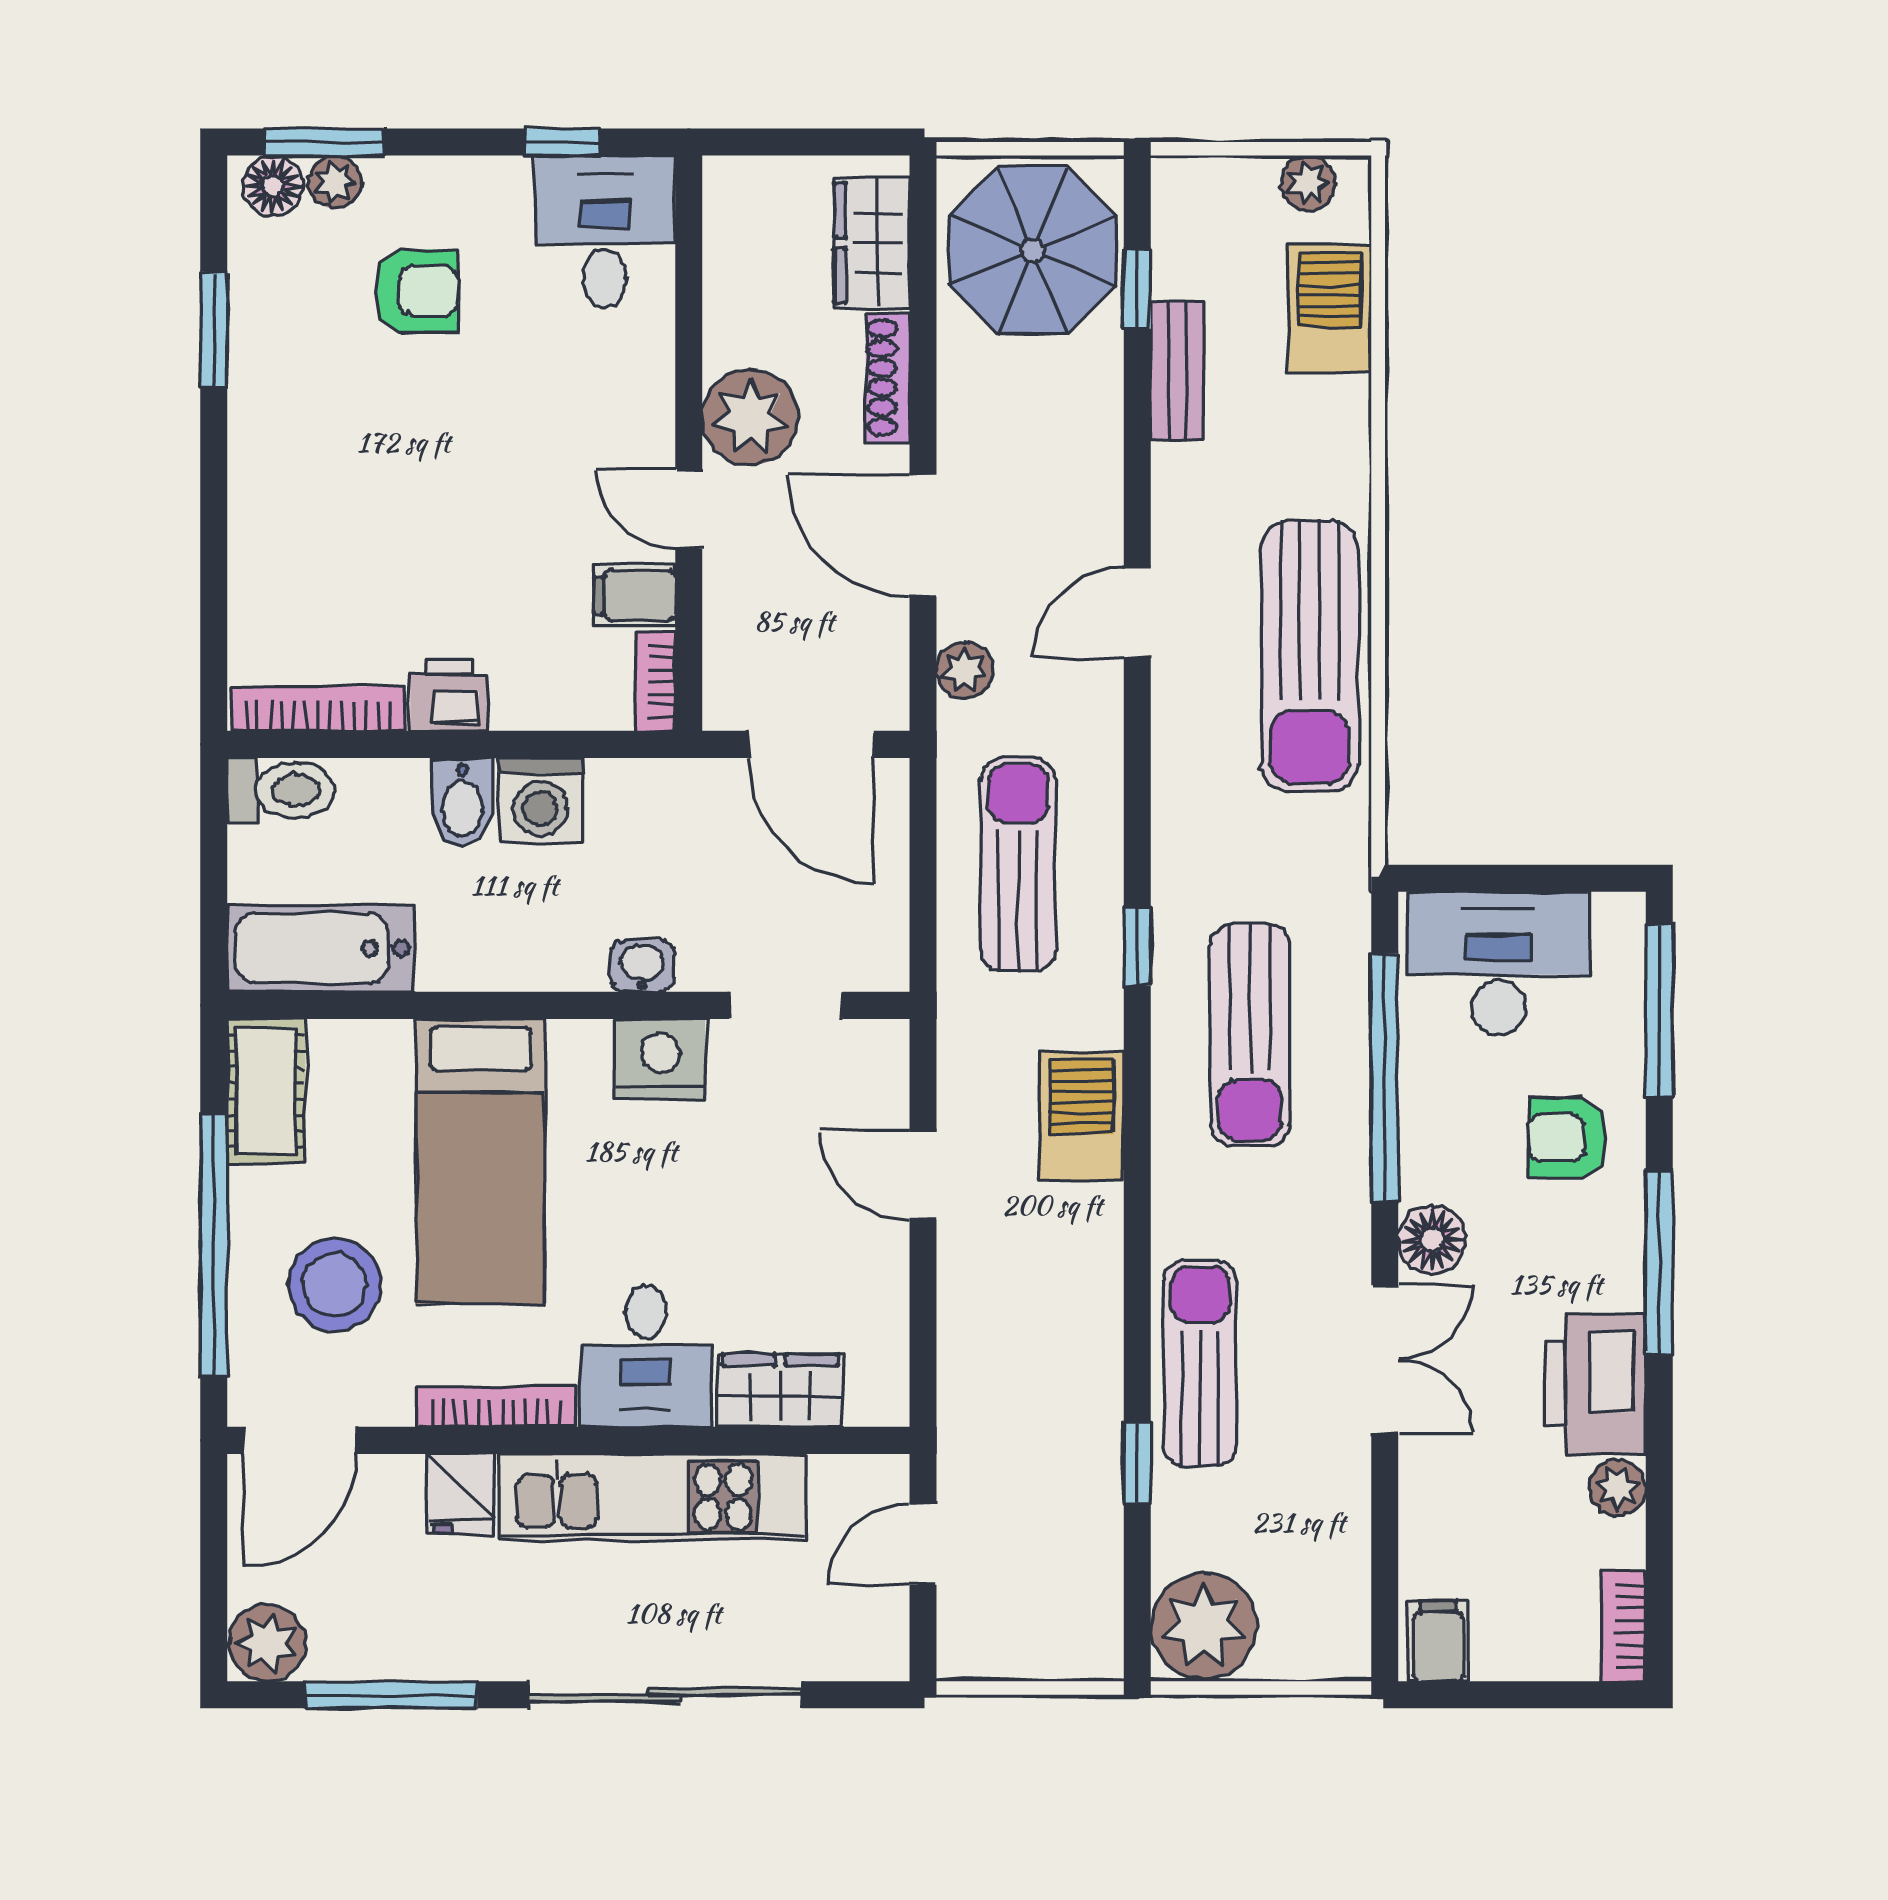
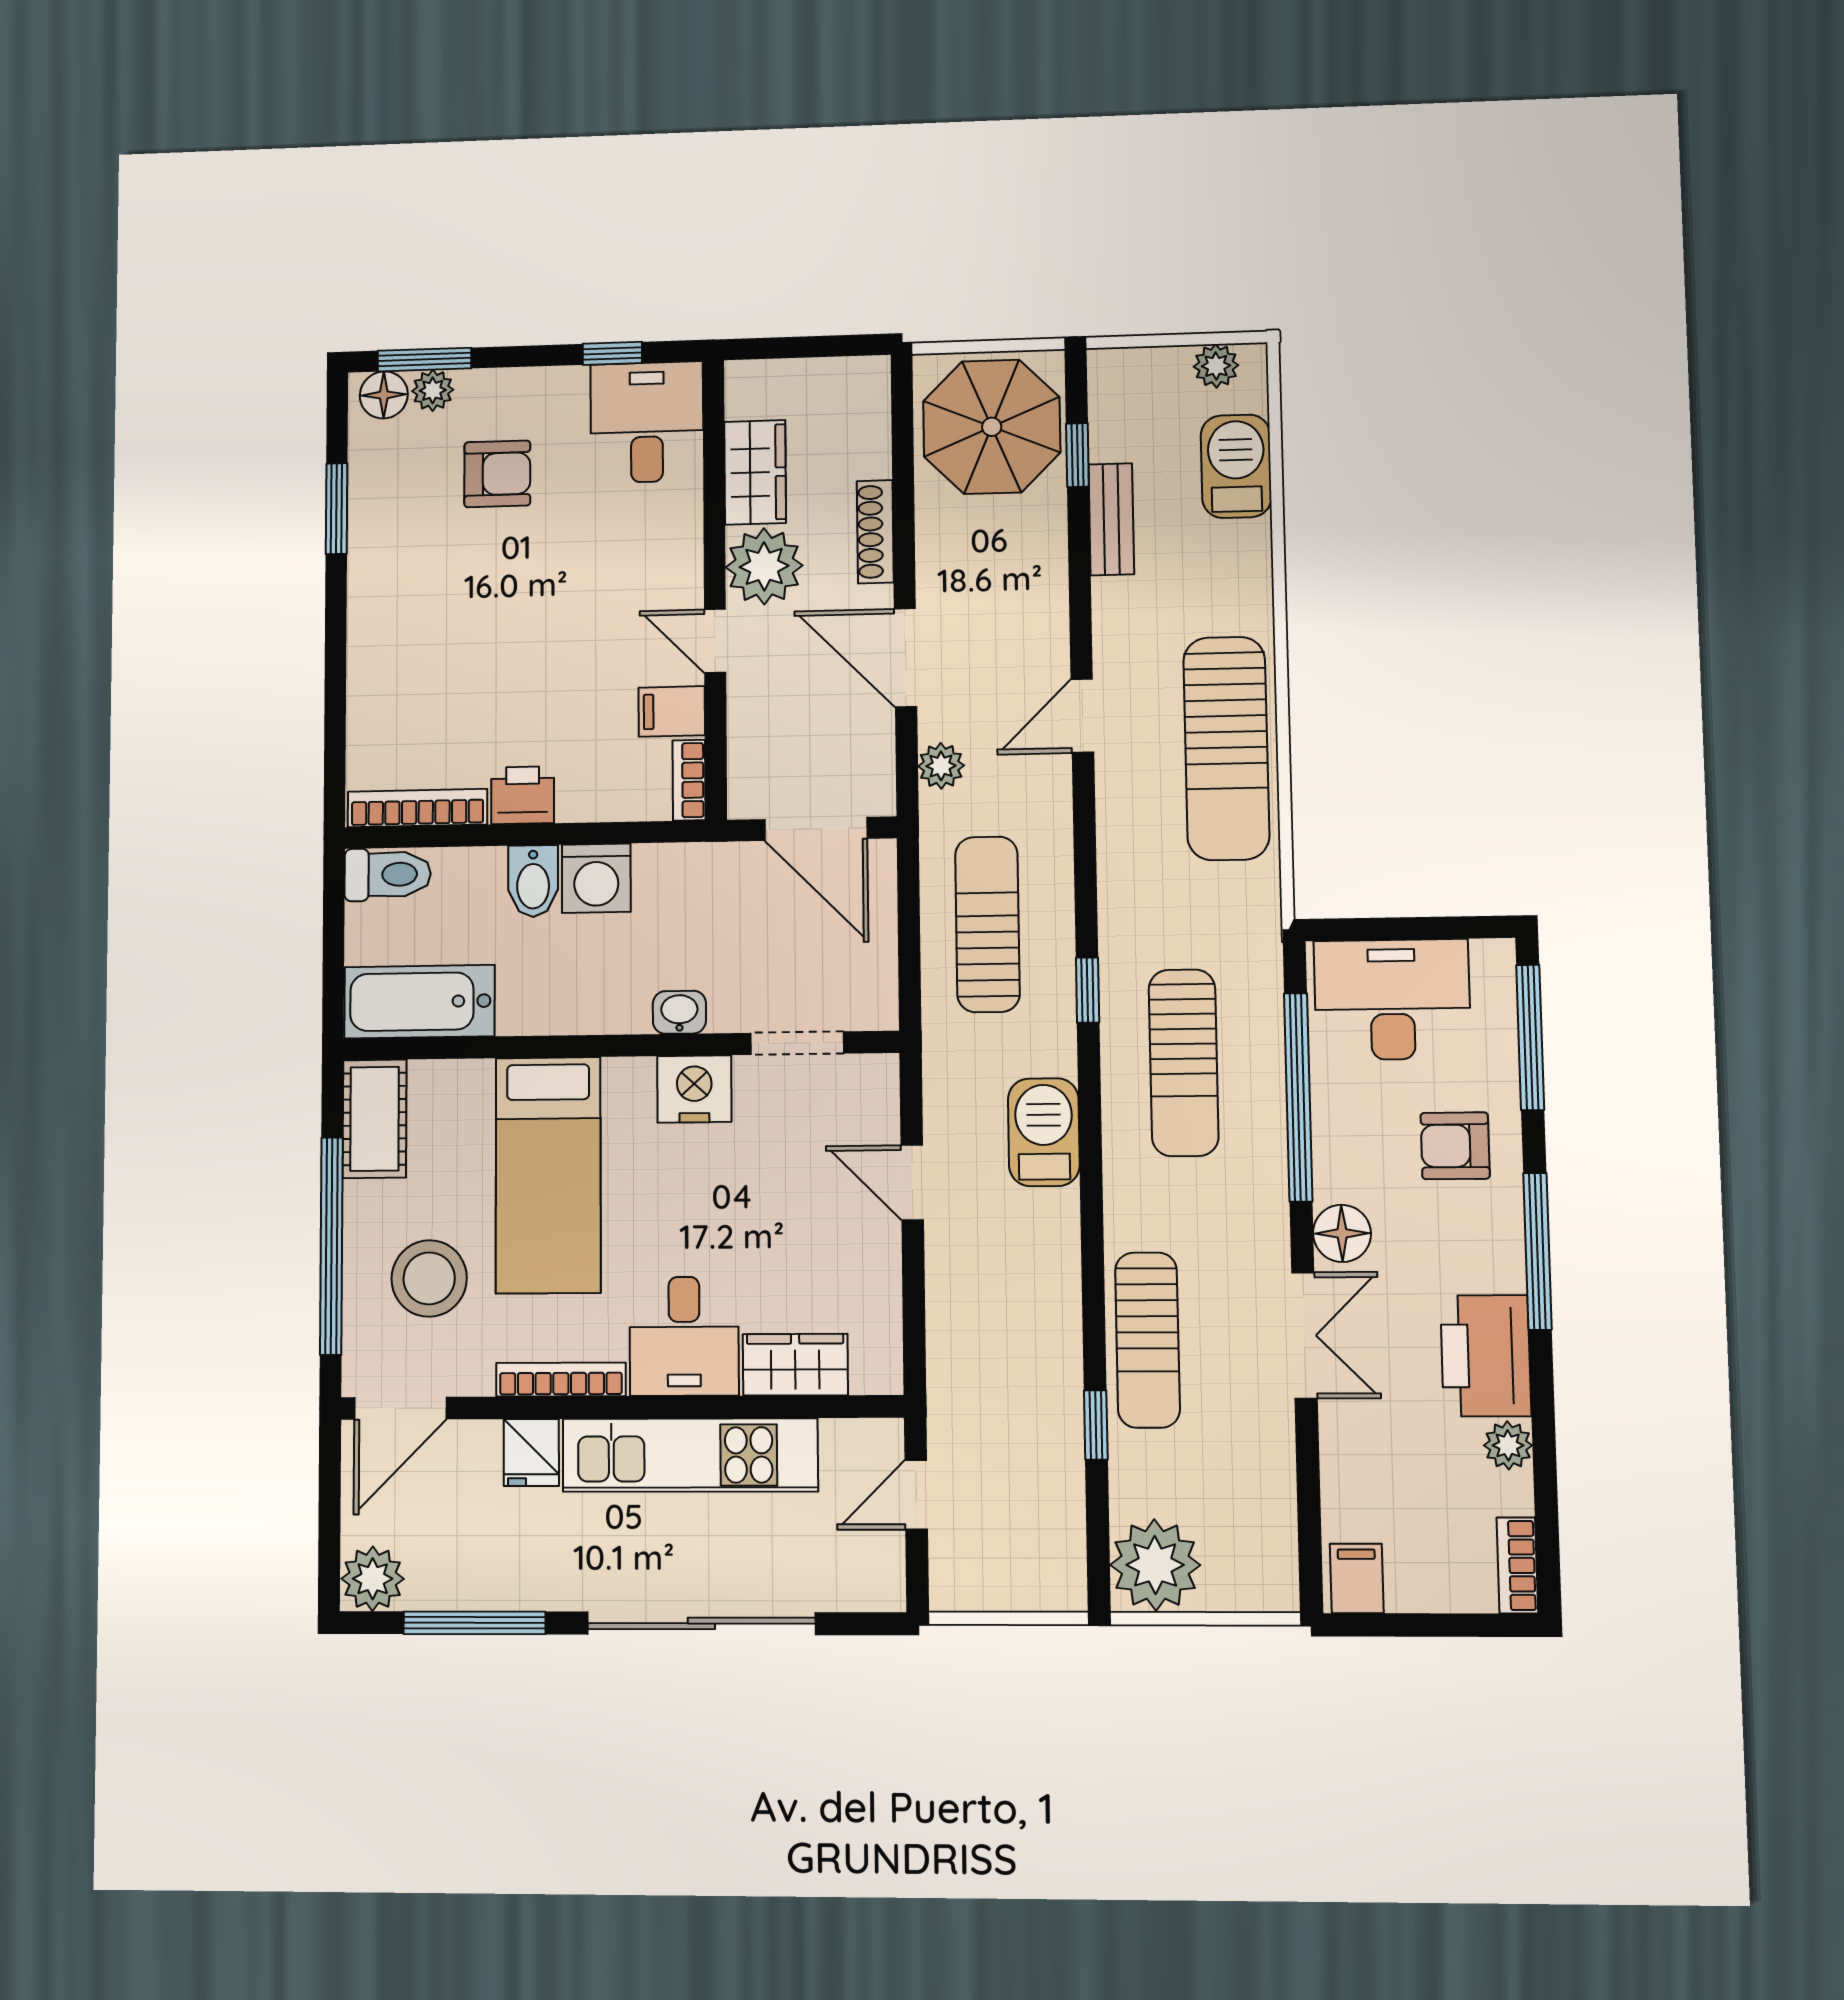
wardrobe: (872, 243) -> (755, 472), moved, turned 180
sun lounger: (1200, 1363) -> (1147, 1340), turned 180

